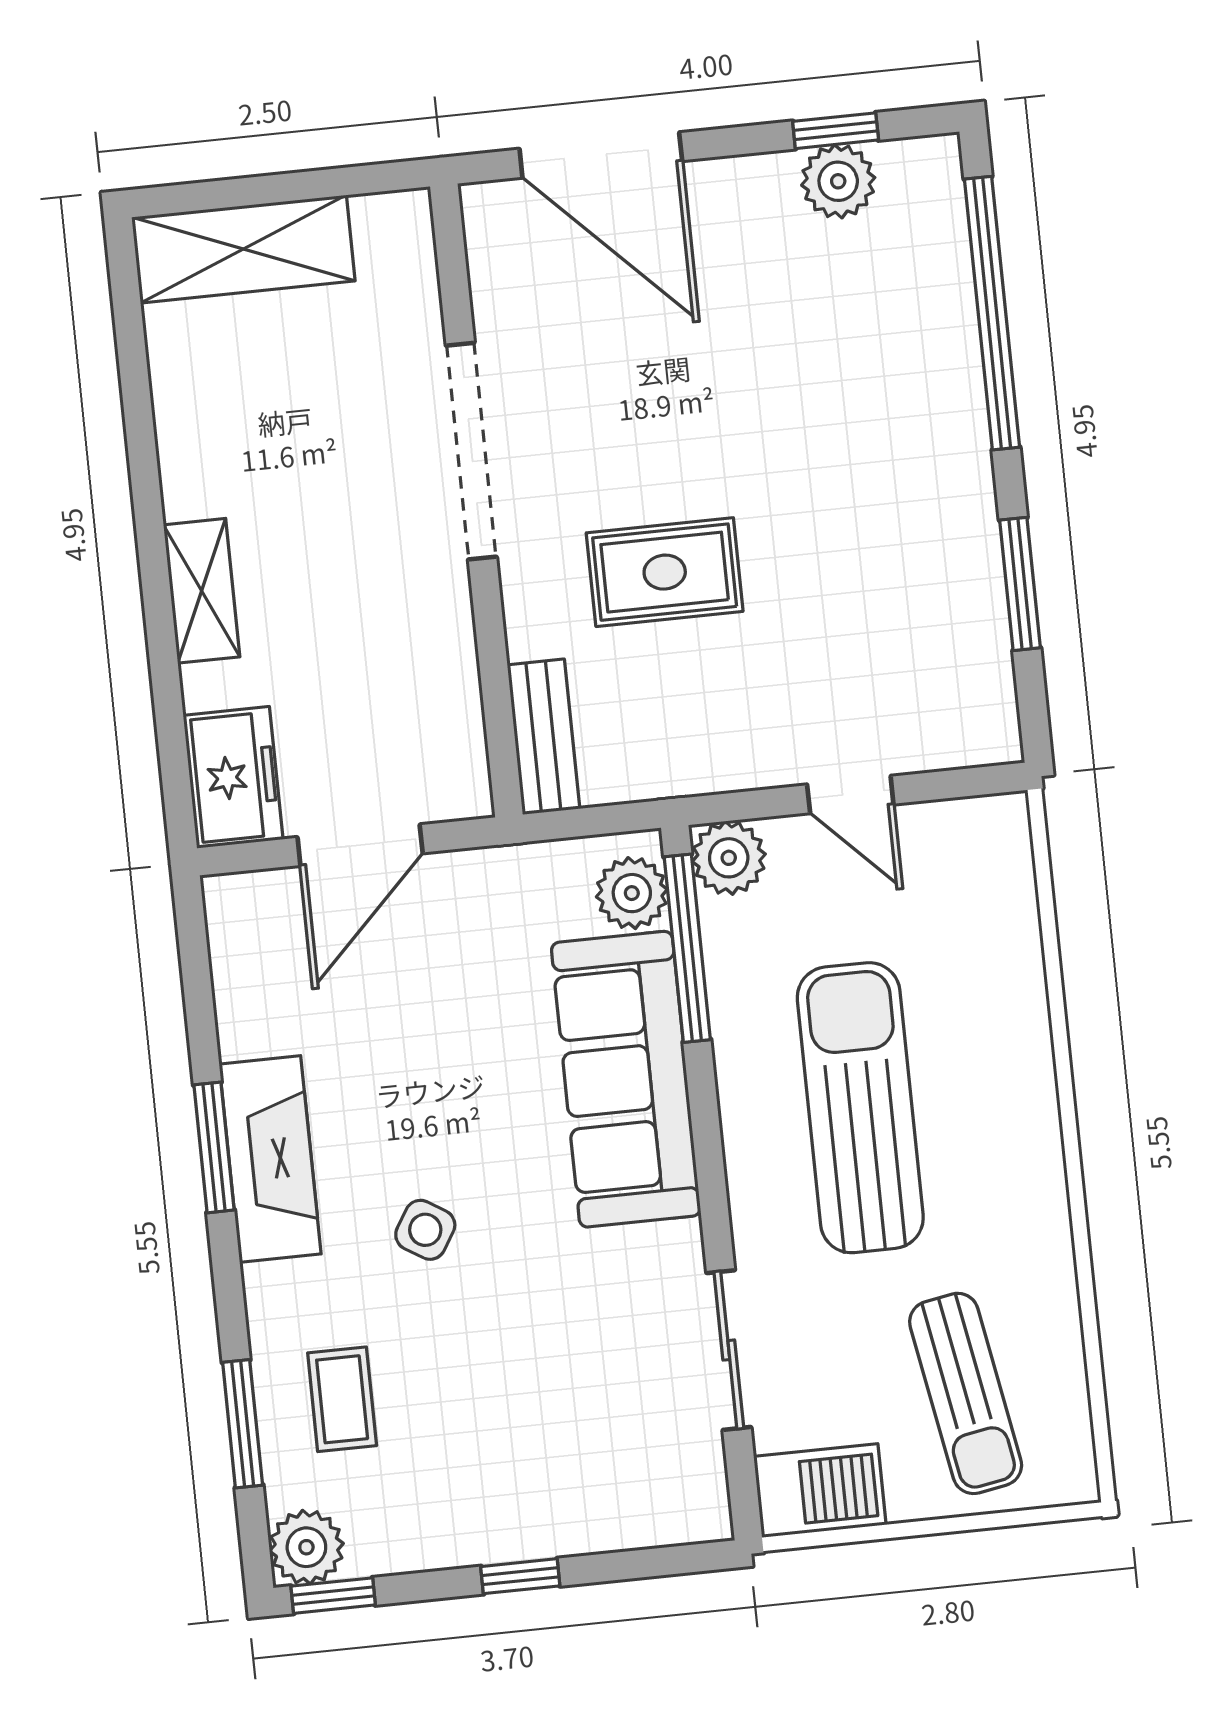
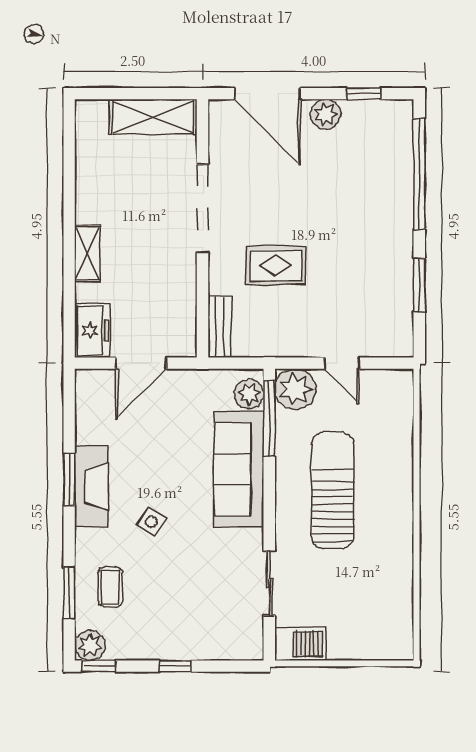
plant: (838, 181) -> (326, 114), moved
shelving: (243, 249) -> (153, 117), moved
plant: (729, 858) -> (295, 389), width x1.36, depth x1.36
sun lounger: (966, 1393) -> (363, 611), removed

